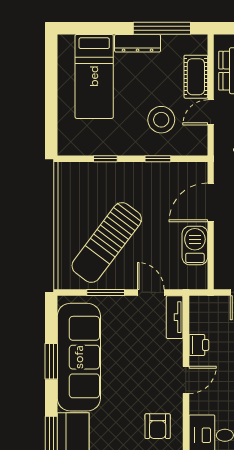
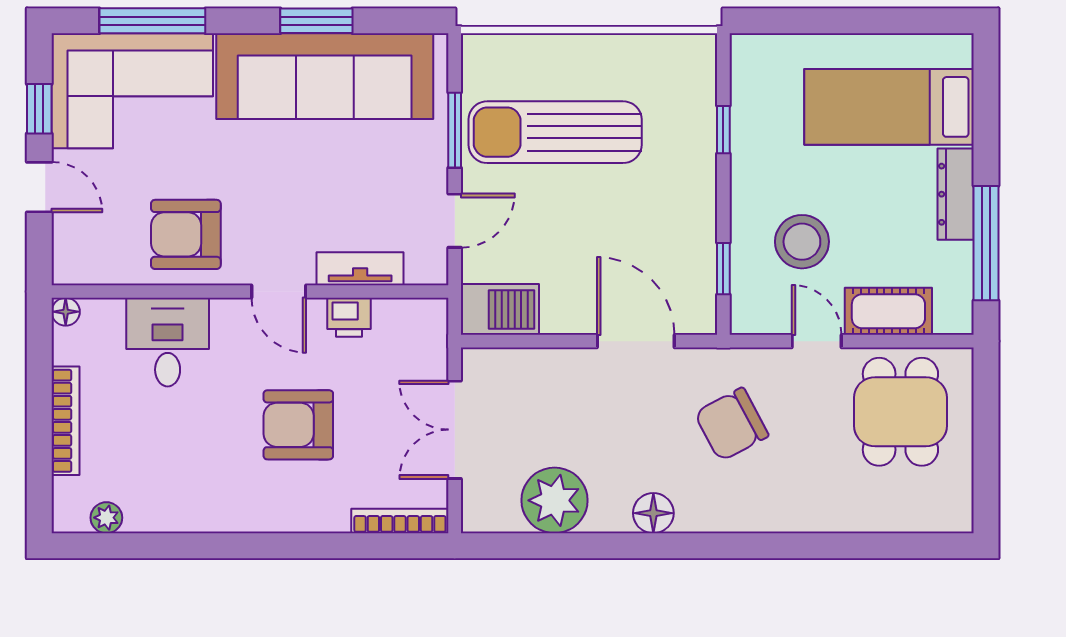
window: (158, 159) -> (723, 269), moved
sun lounger: (107, 242) -> (555, 132), turned -37
barbecue: (195, 245) -> (500, 309), moved
tv unit: (175, 317) -> (360, 269), moved
armchair: (158, 426) -> (186, 234), width x1.38, depth x1.38

